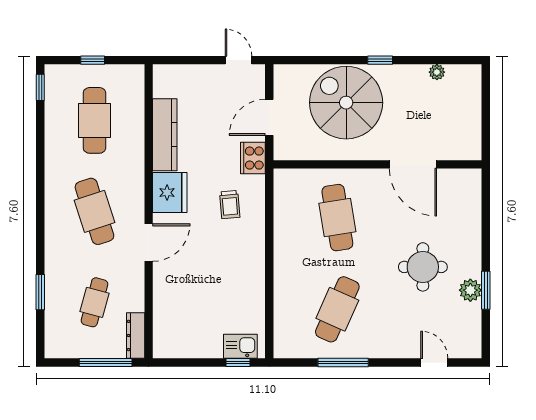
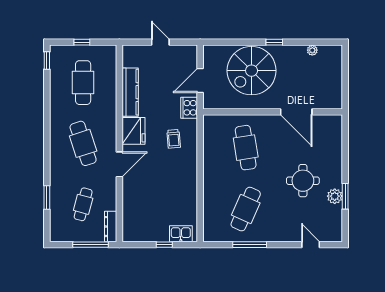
door: (239, 60) -> (160, 42), moved
spiral stairs: (346, 103) -> (252, 71), turned -90
window: (238, 363) -> (164, 245), moved

